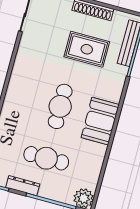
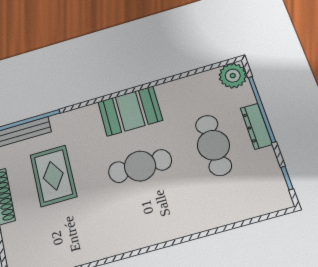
dresser: (23, 186) -> (256, 126), moved

